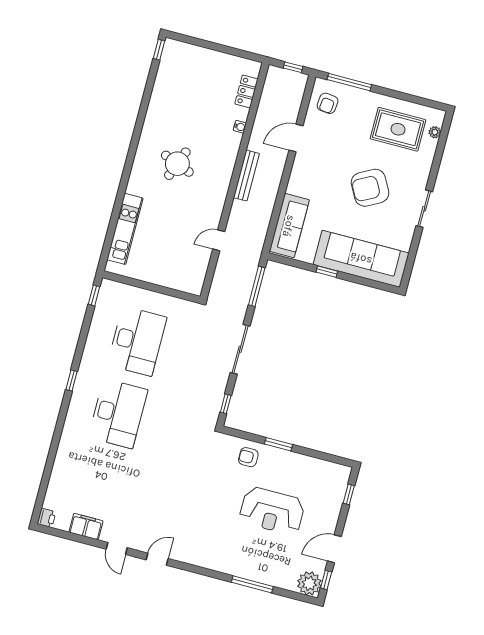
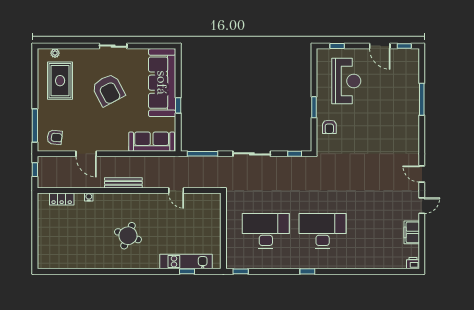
window: (159, 50) -> (187, 271), moved
reception desk: (272, 511) -> (346, 81), moved
plant: (309, 583) -> (410, 58), removed

